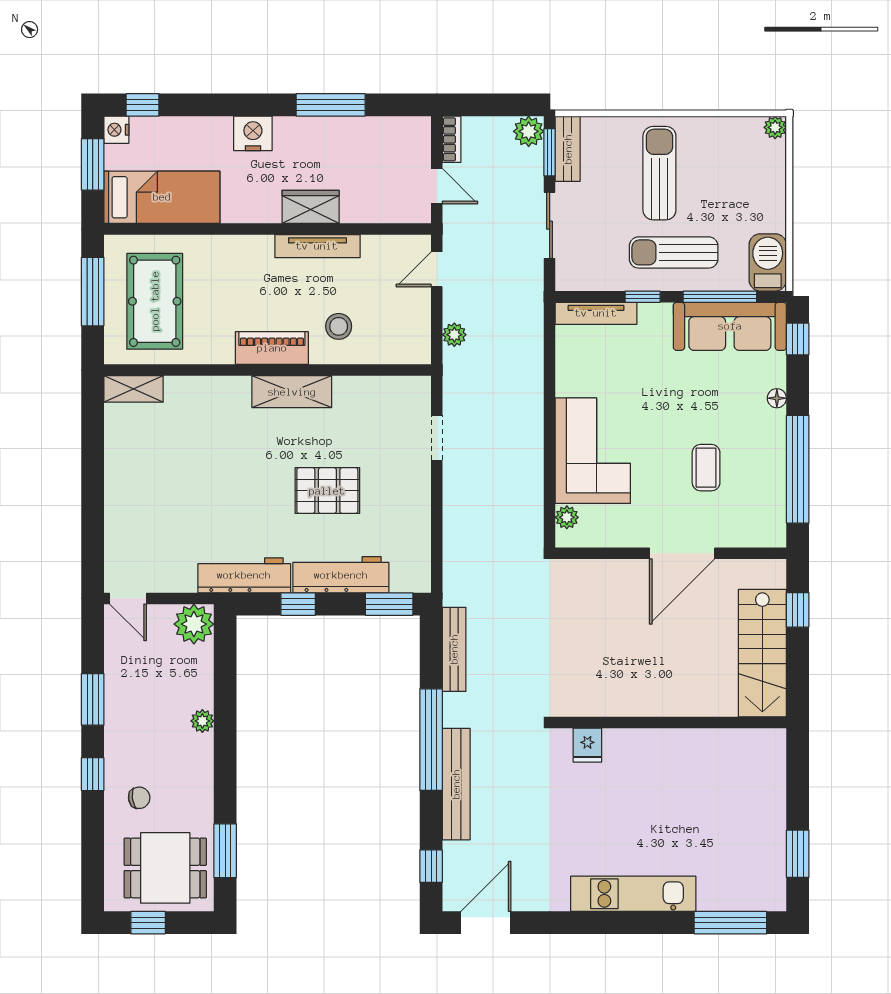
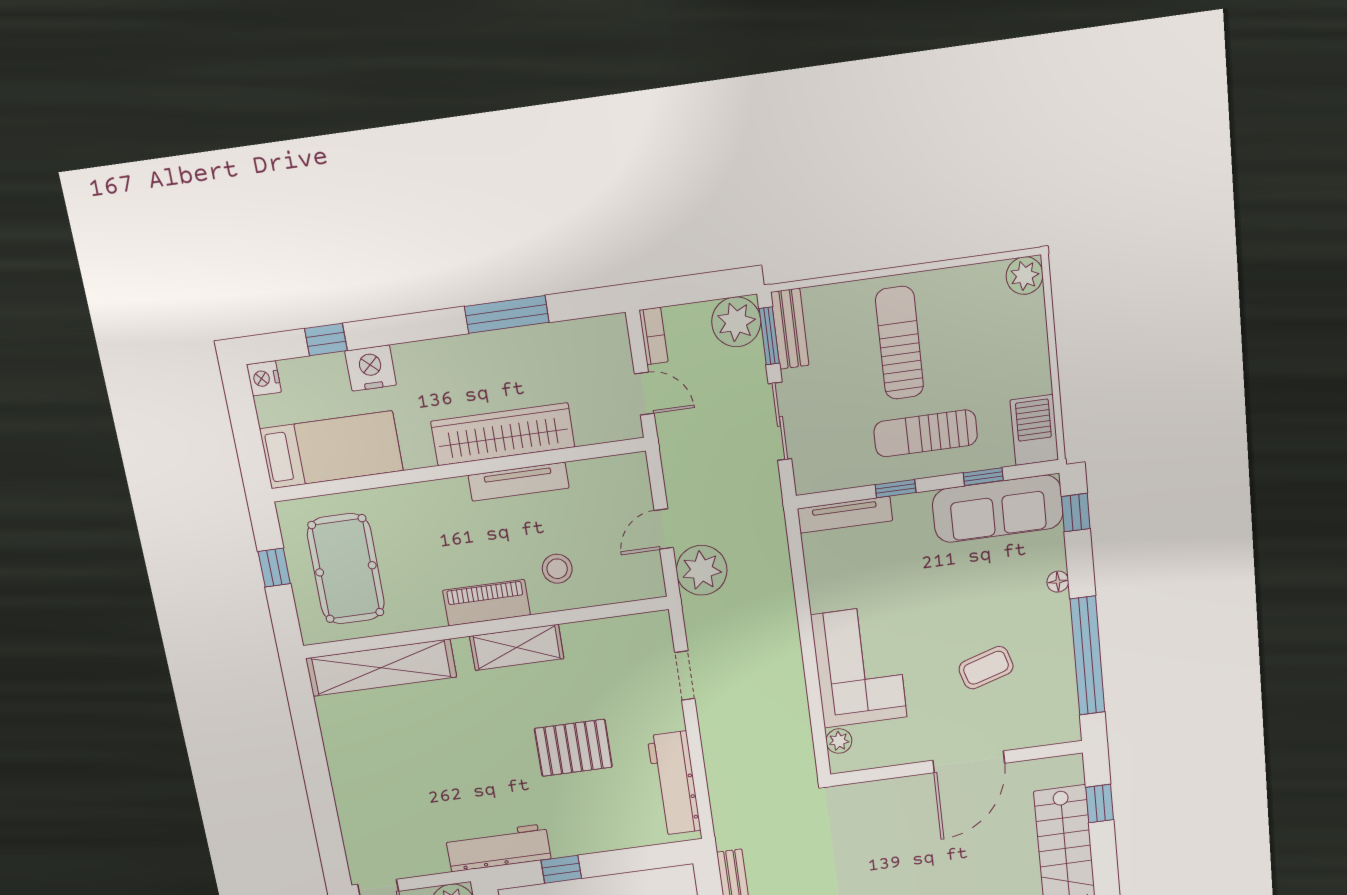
window: (143, 105) -> (326, 339), moved
plant: (775, 127) -> (1025, 276), width x1.38, depth x1.38
plant: (529, 131) -> (736, 322), width x1.36, depth x1.36
nightstand: (253, 133) -> (371, 368), moved
window: (93, 164) -> (245, 423), removed
wardrobe: (311, 207) -> (503, 434), width x2.10, depth x1.17
door: (437, 269) -> (664, 529), moved
window: (93, 292) -> (274, 568), width x0.46
window: (720, 297) -> (983, 477), width x0.46
plant: (454, 335) -> (702, 570), width x1.88, depth x1.88
shelving: (134, 389) -> (381, 668), width x2.20, depth x1.33
coffee table: (706, 468) -> (986, 668), turned 73
workbench: (341, 575) -> (674, 783), moved, turned -90
window: (389, 604) -> (659, 856), removed

